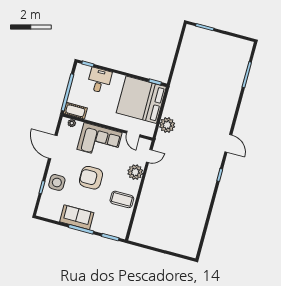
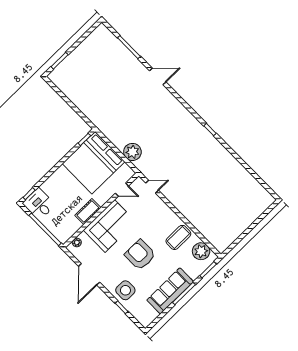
desk: (99, 80) -> (39, 204), moved
cot: (75, 111) -> (88, 211), moved
door: (228, 143) -> (158, 76), moved
door: (53, 147) -> (89, 274), hinge flipped
door: (149, 156) -> (152, 187), hinge flipped
plant: (135, 172) -> (201, 251), moved
armchair: (91, 178) -> (140, 255), turned 90
sofa: (77, 217) -> (170, 291), width x1.36

